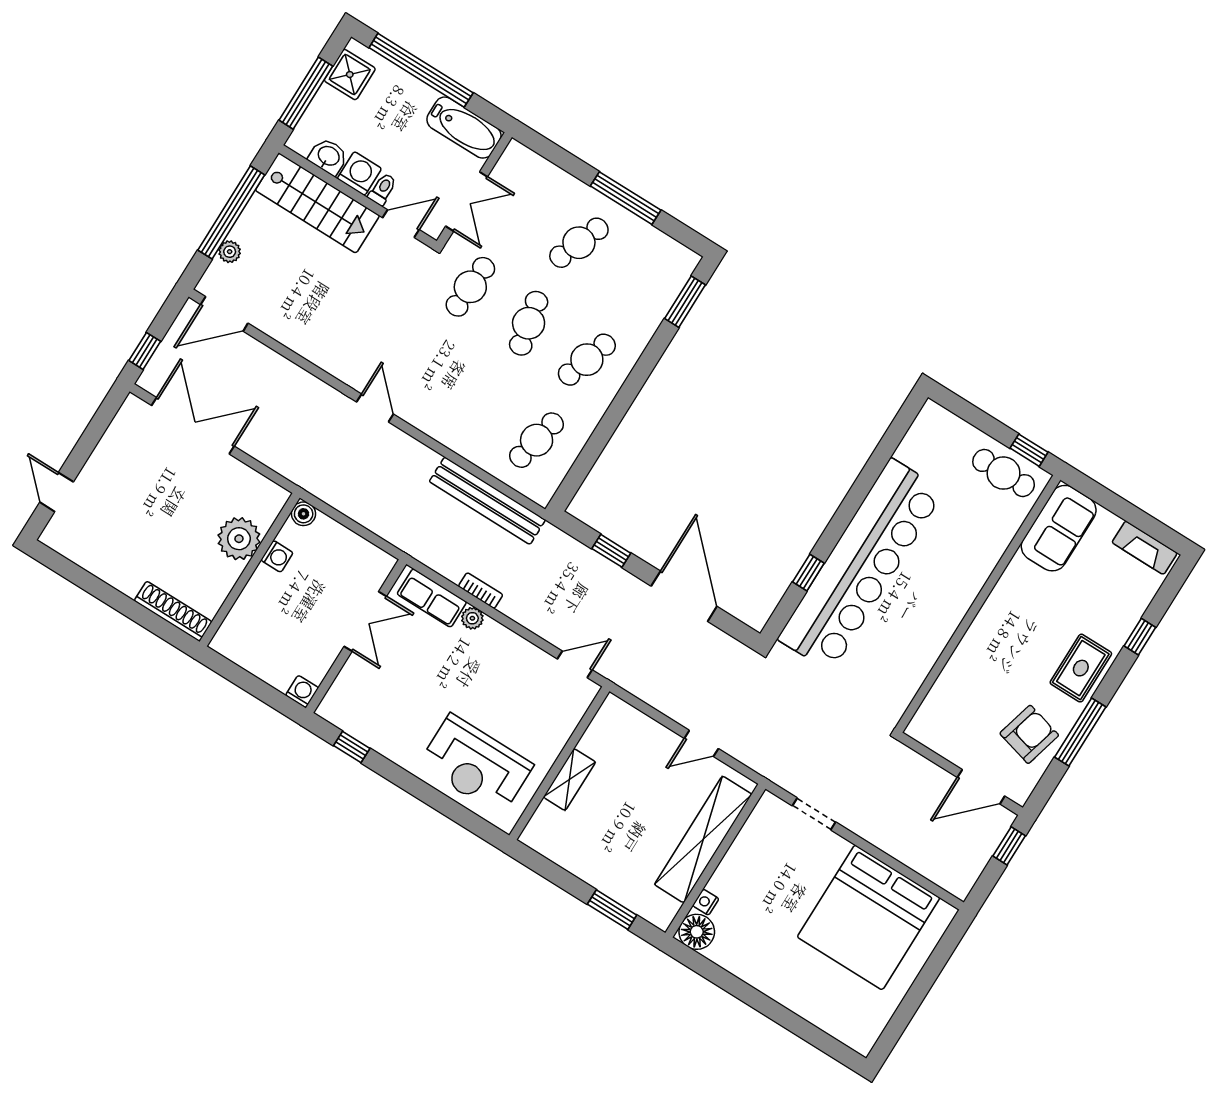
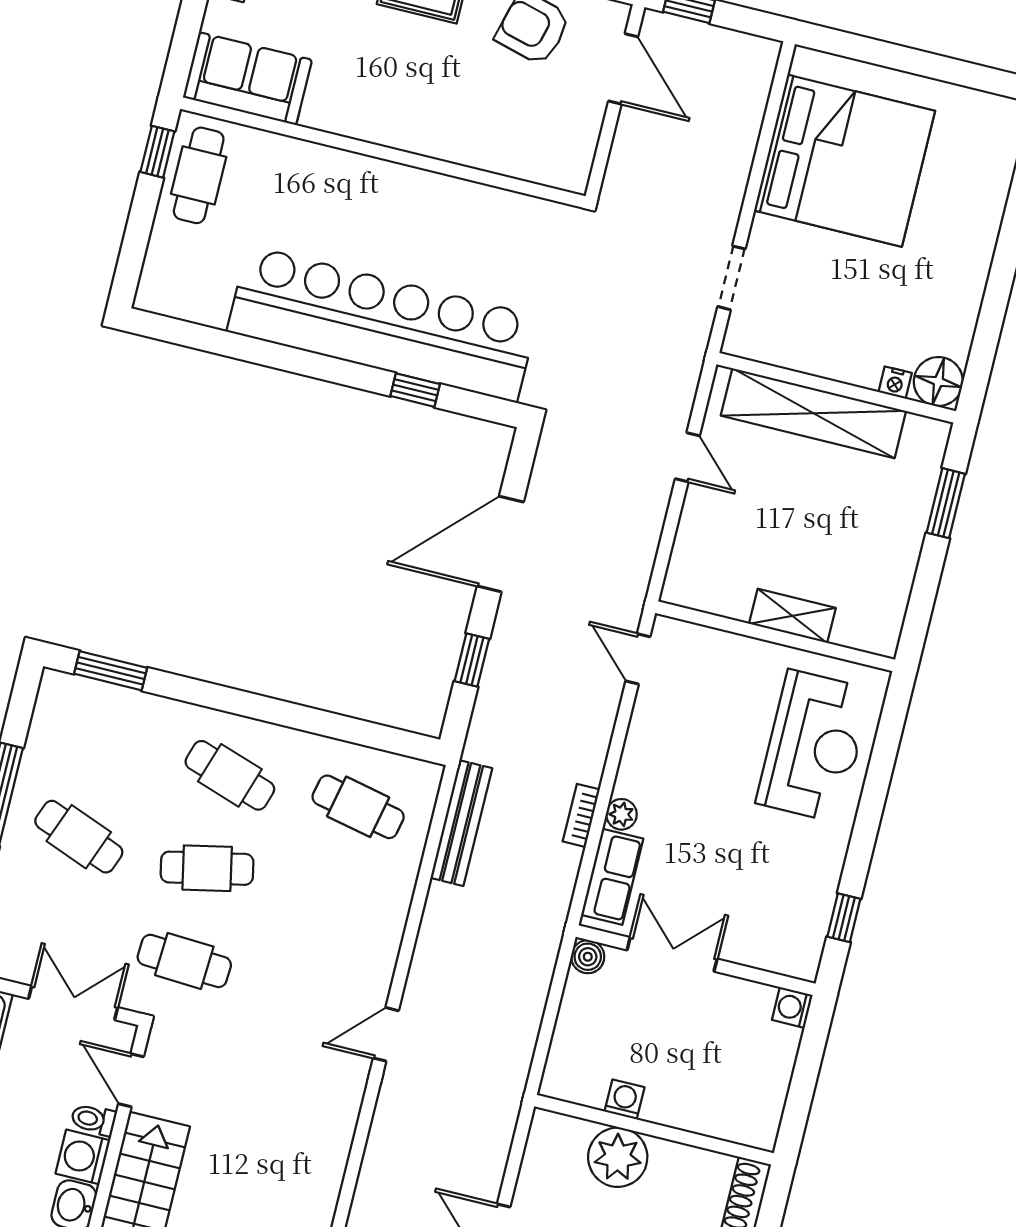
bench: (487, 501) -> (461, 823), width x0.73, depth x0.82
boiler: (304, 514) -> (588, 957), moved

